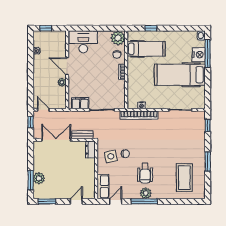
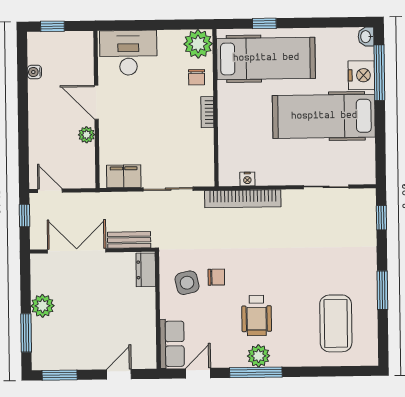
hospital bed: (146, 49) -> (266, 58), width x1.37, depth x1.29
plant: (39, 178) -> (43, 306), moved

